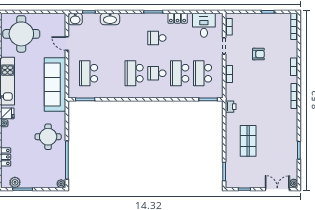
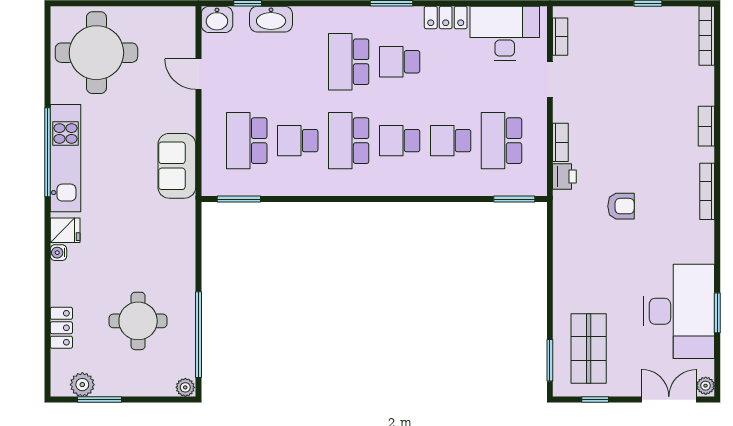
washbasin: (110, 19) -> (271, 19), moved
desk: (204, 25) -> (505, 33), width x1.37
school desk: (134, 38) -> (349, 62), added
armchair: (258, 54) -> (621, 206), moved
school desk: (111, 73) -> (298, 141), added
school desk: (180, 73) -> (451, 141), width x0.54
sofa: (55, 85) -> (177, 166), width x0.54, depth x0.79
printer: (231, 107) -> (564, 176), moved
round table: (48, 137) -> (138, 321), moved
shop shelf: (248, 141) -> (589, 349), moved
desk: (282, 150) -> (679, 311), added

